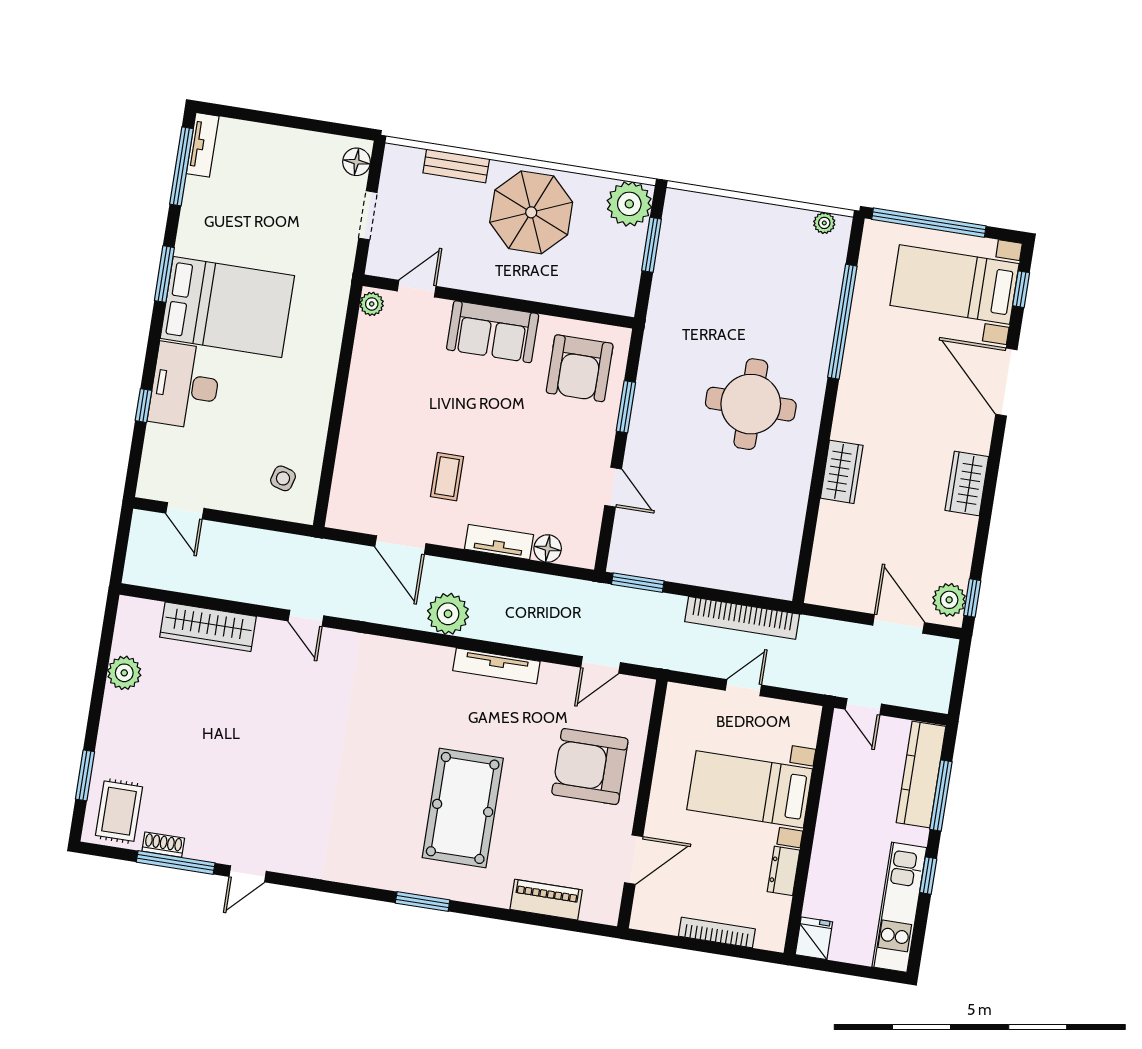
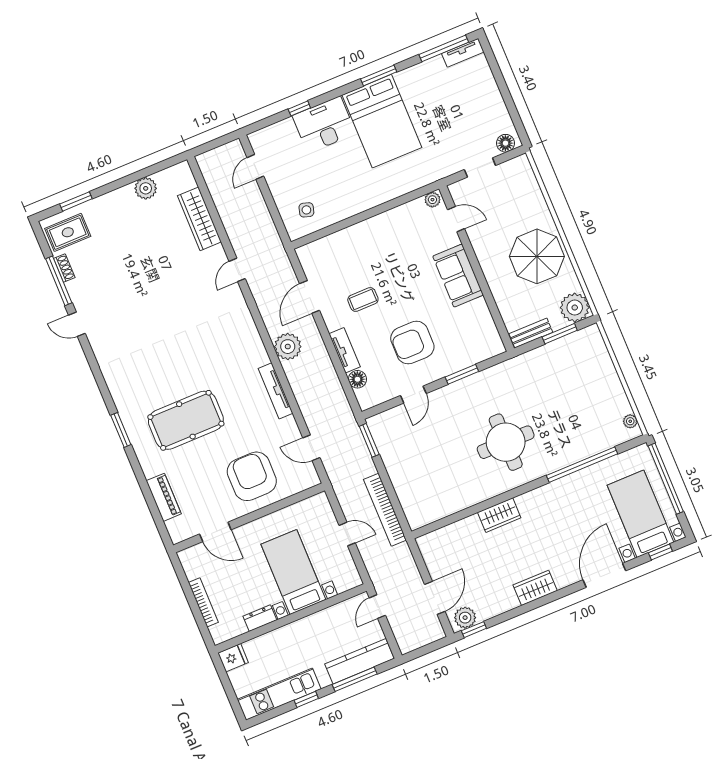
bench: (456, 166) -> (531, 333), moved, turned 90
armchair: (580, 368) -> (412, 343), moved

